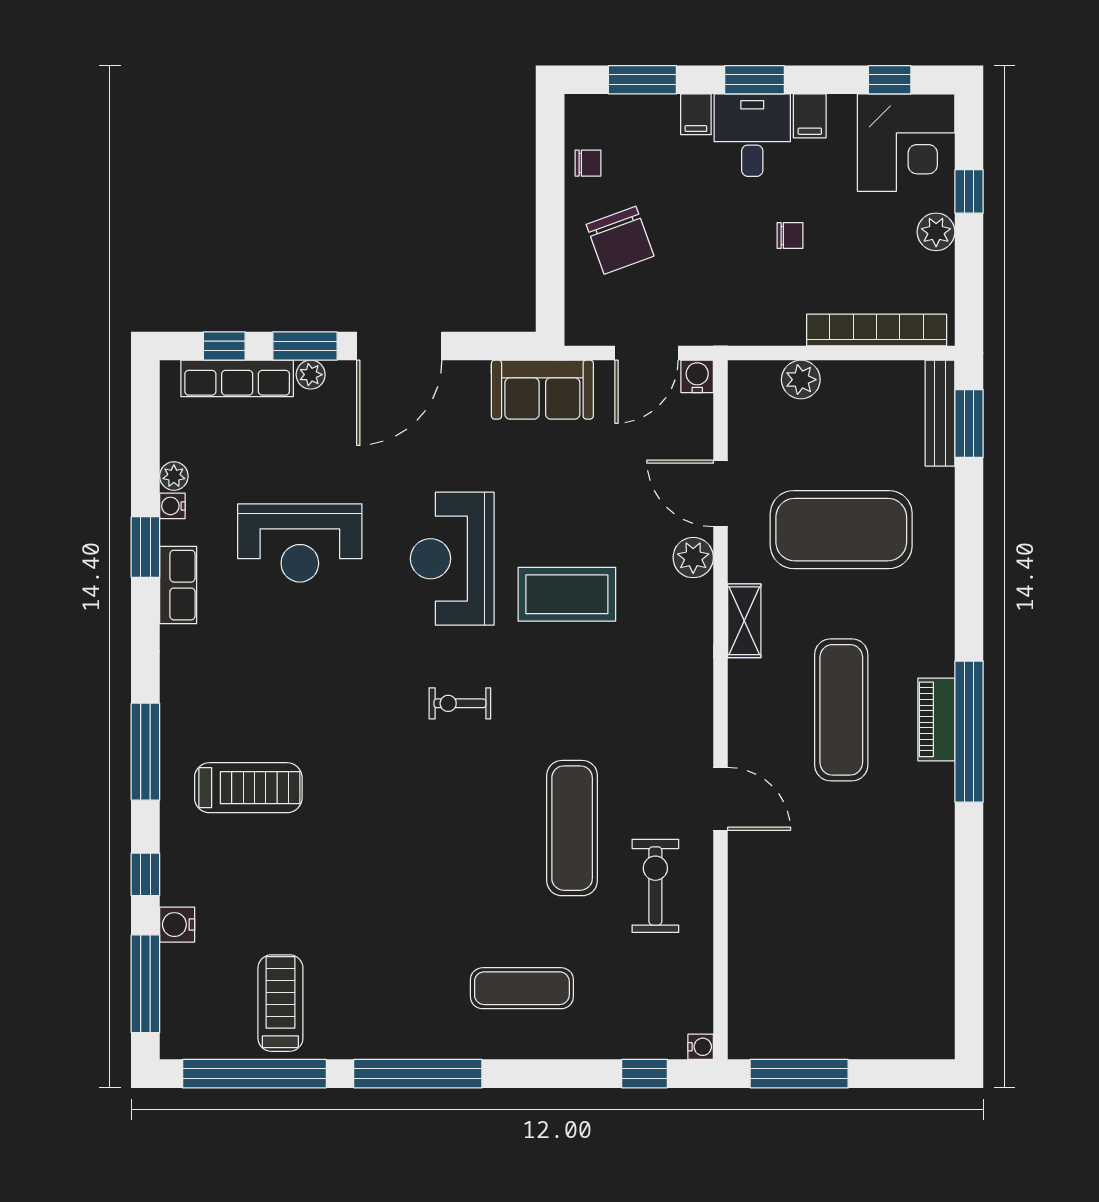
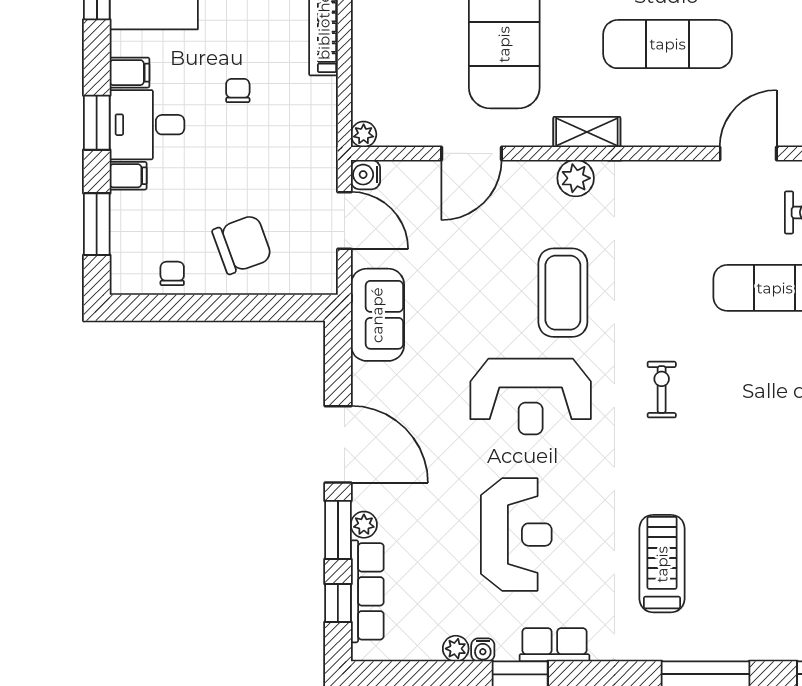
plant: (801, 380) -> (364, 134), moved, width x0.73, depth x0.73
plant: (693, 558) -> (576, 178), moved
exercise bike: (460, 703) -> (662, 390), turned 180
treadmill: (248, 788) -> (662, 564), moved

